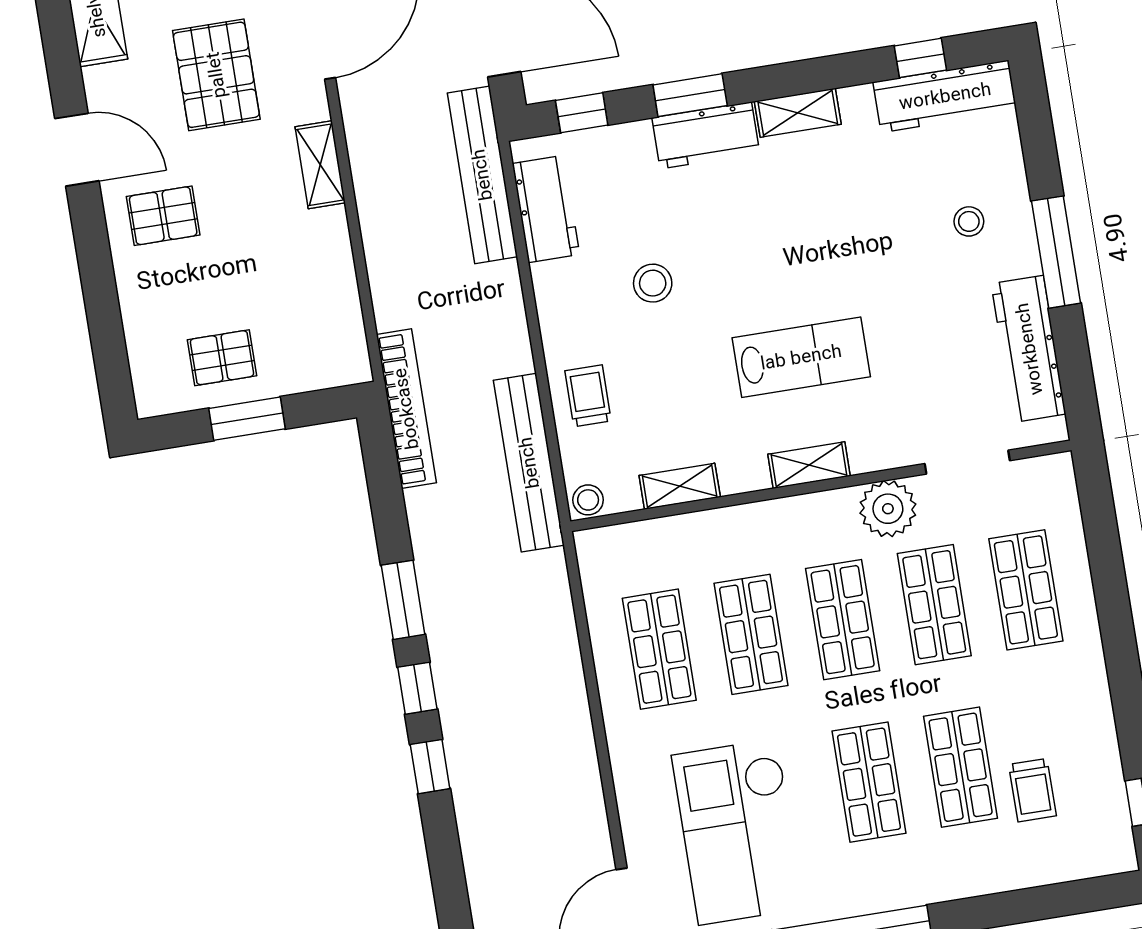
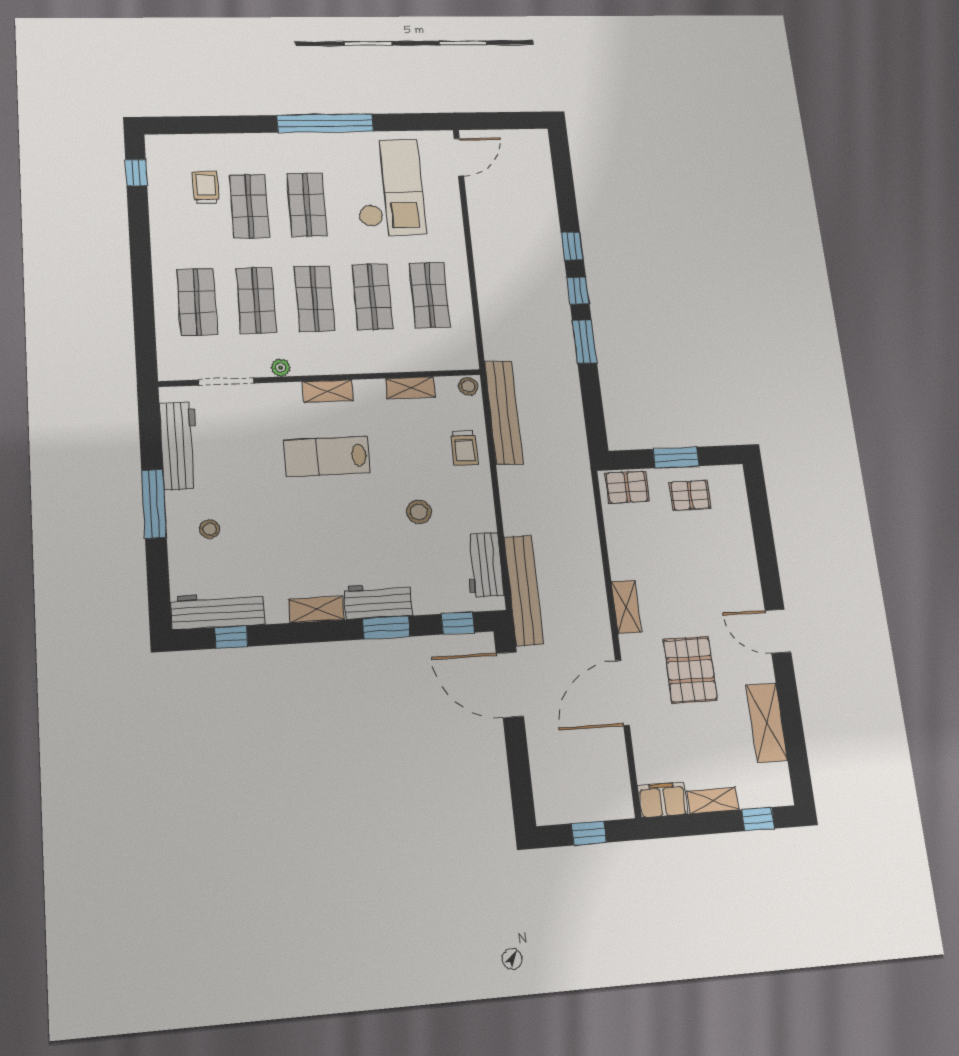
pallet: (163, 216) -> (627, 487), moved
bookcase: (406, 409) -> (578, 453), removed
plant: (888, 509) -> (281, 368), width x0.53, depth x0.53

